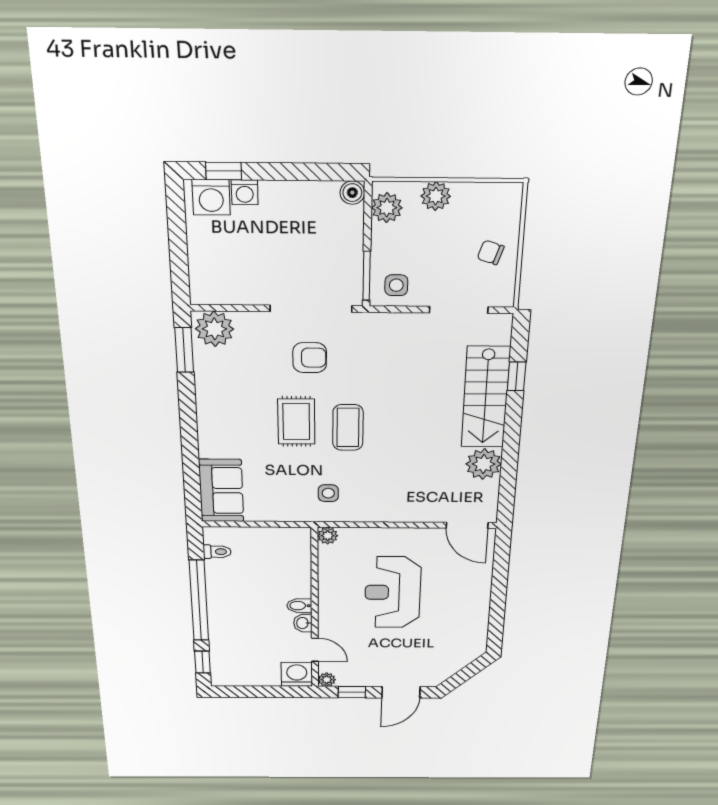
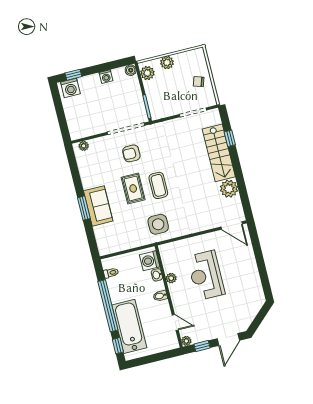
washing machine: (245, 192) -> (106, 77), moved
side table: (396, 285) -> (161, 108), removed
plant: (215, 329) -> (84, 146), width x0.53, depth x0.53
window: (184, 350) -> (84, 208), moved
armchair: (310, 358) -> (131, 153), turned 180
sofa: (221, 491) -> (98, 206), moved
side table: (328, 493) -> (158, 224), width x1.87, depth x1.87
plant: (328, 536) -> (171, 278), moved
washbasin: (303, 623) -> (157, 275), moved
bathtub: (230, 639) -> (129, 326), added
washing machine: (297, 674) -> (150, 261), moved, turned -90

